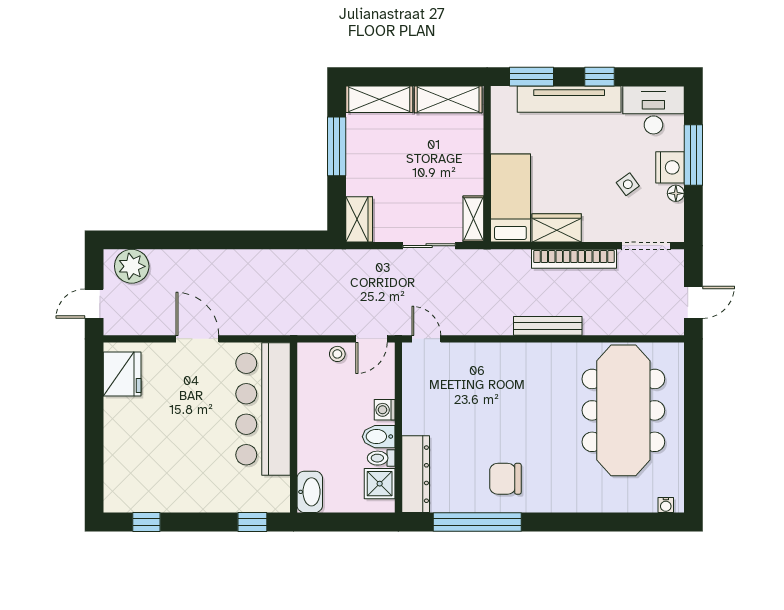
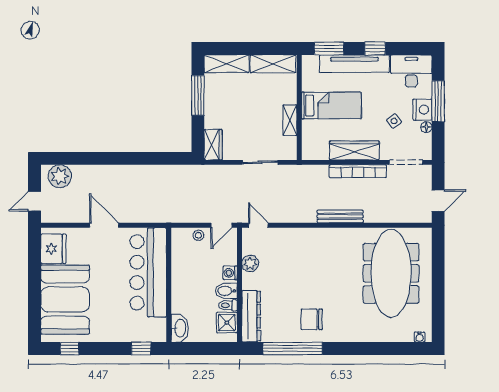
bed: (510, 198) -> (331, 105), moved, turned 90
shelving: (473, 219) -> (290, 120), moved
wardrobe: (557, 228) -> (354, 150), width x1.50
plant: (414, 396) -> (250, 263), added
booth: (139, 449) -> (65, 300), added

